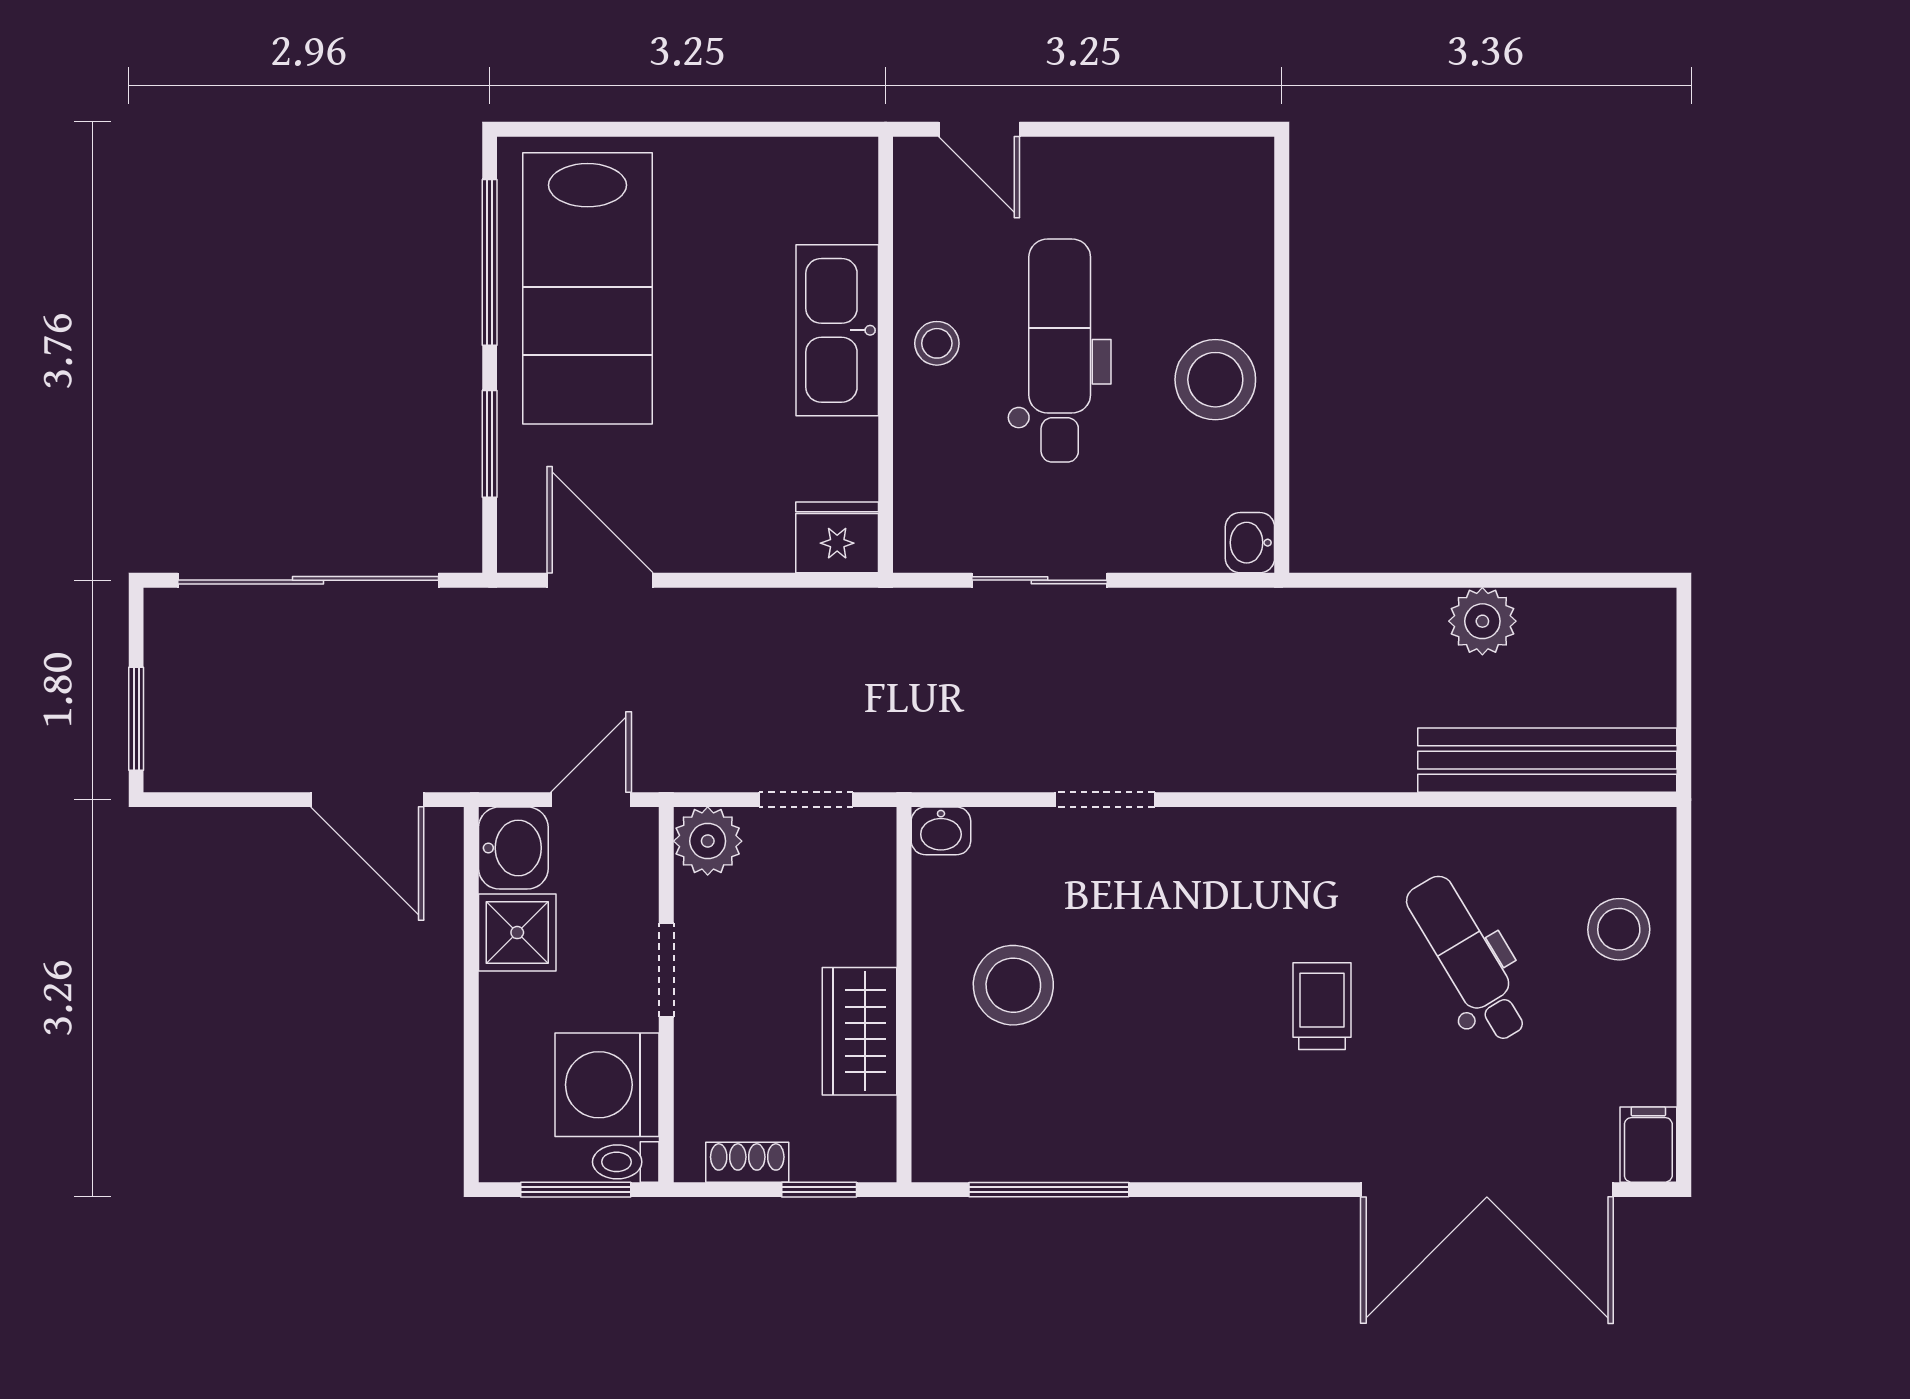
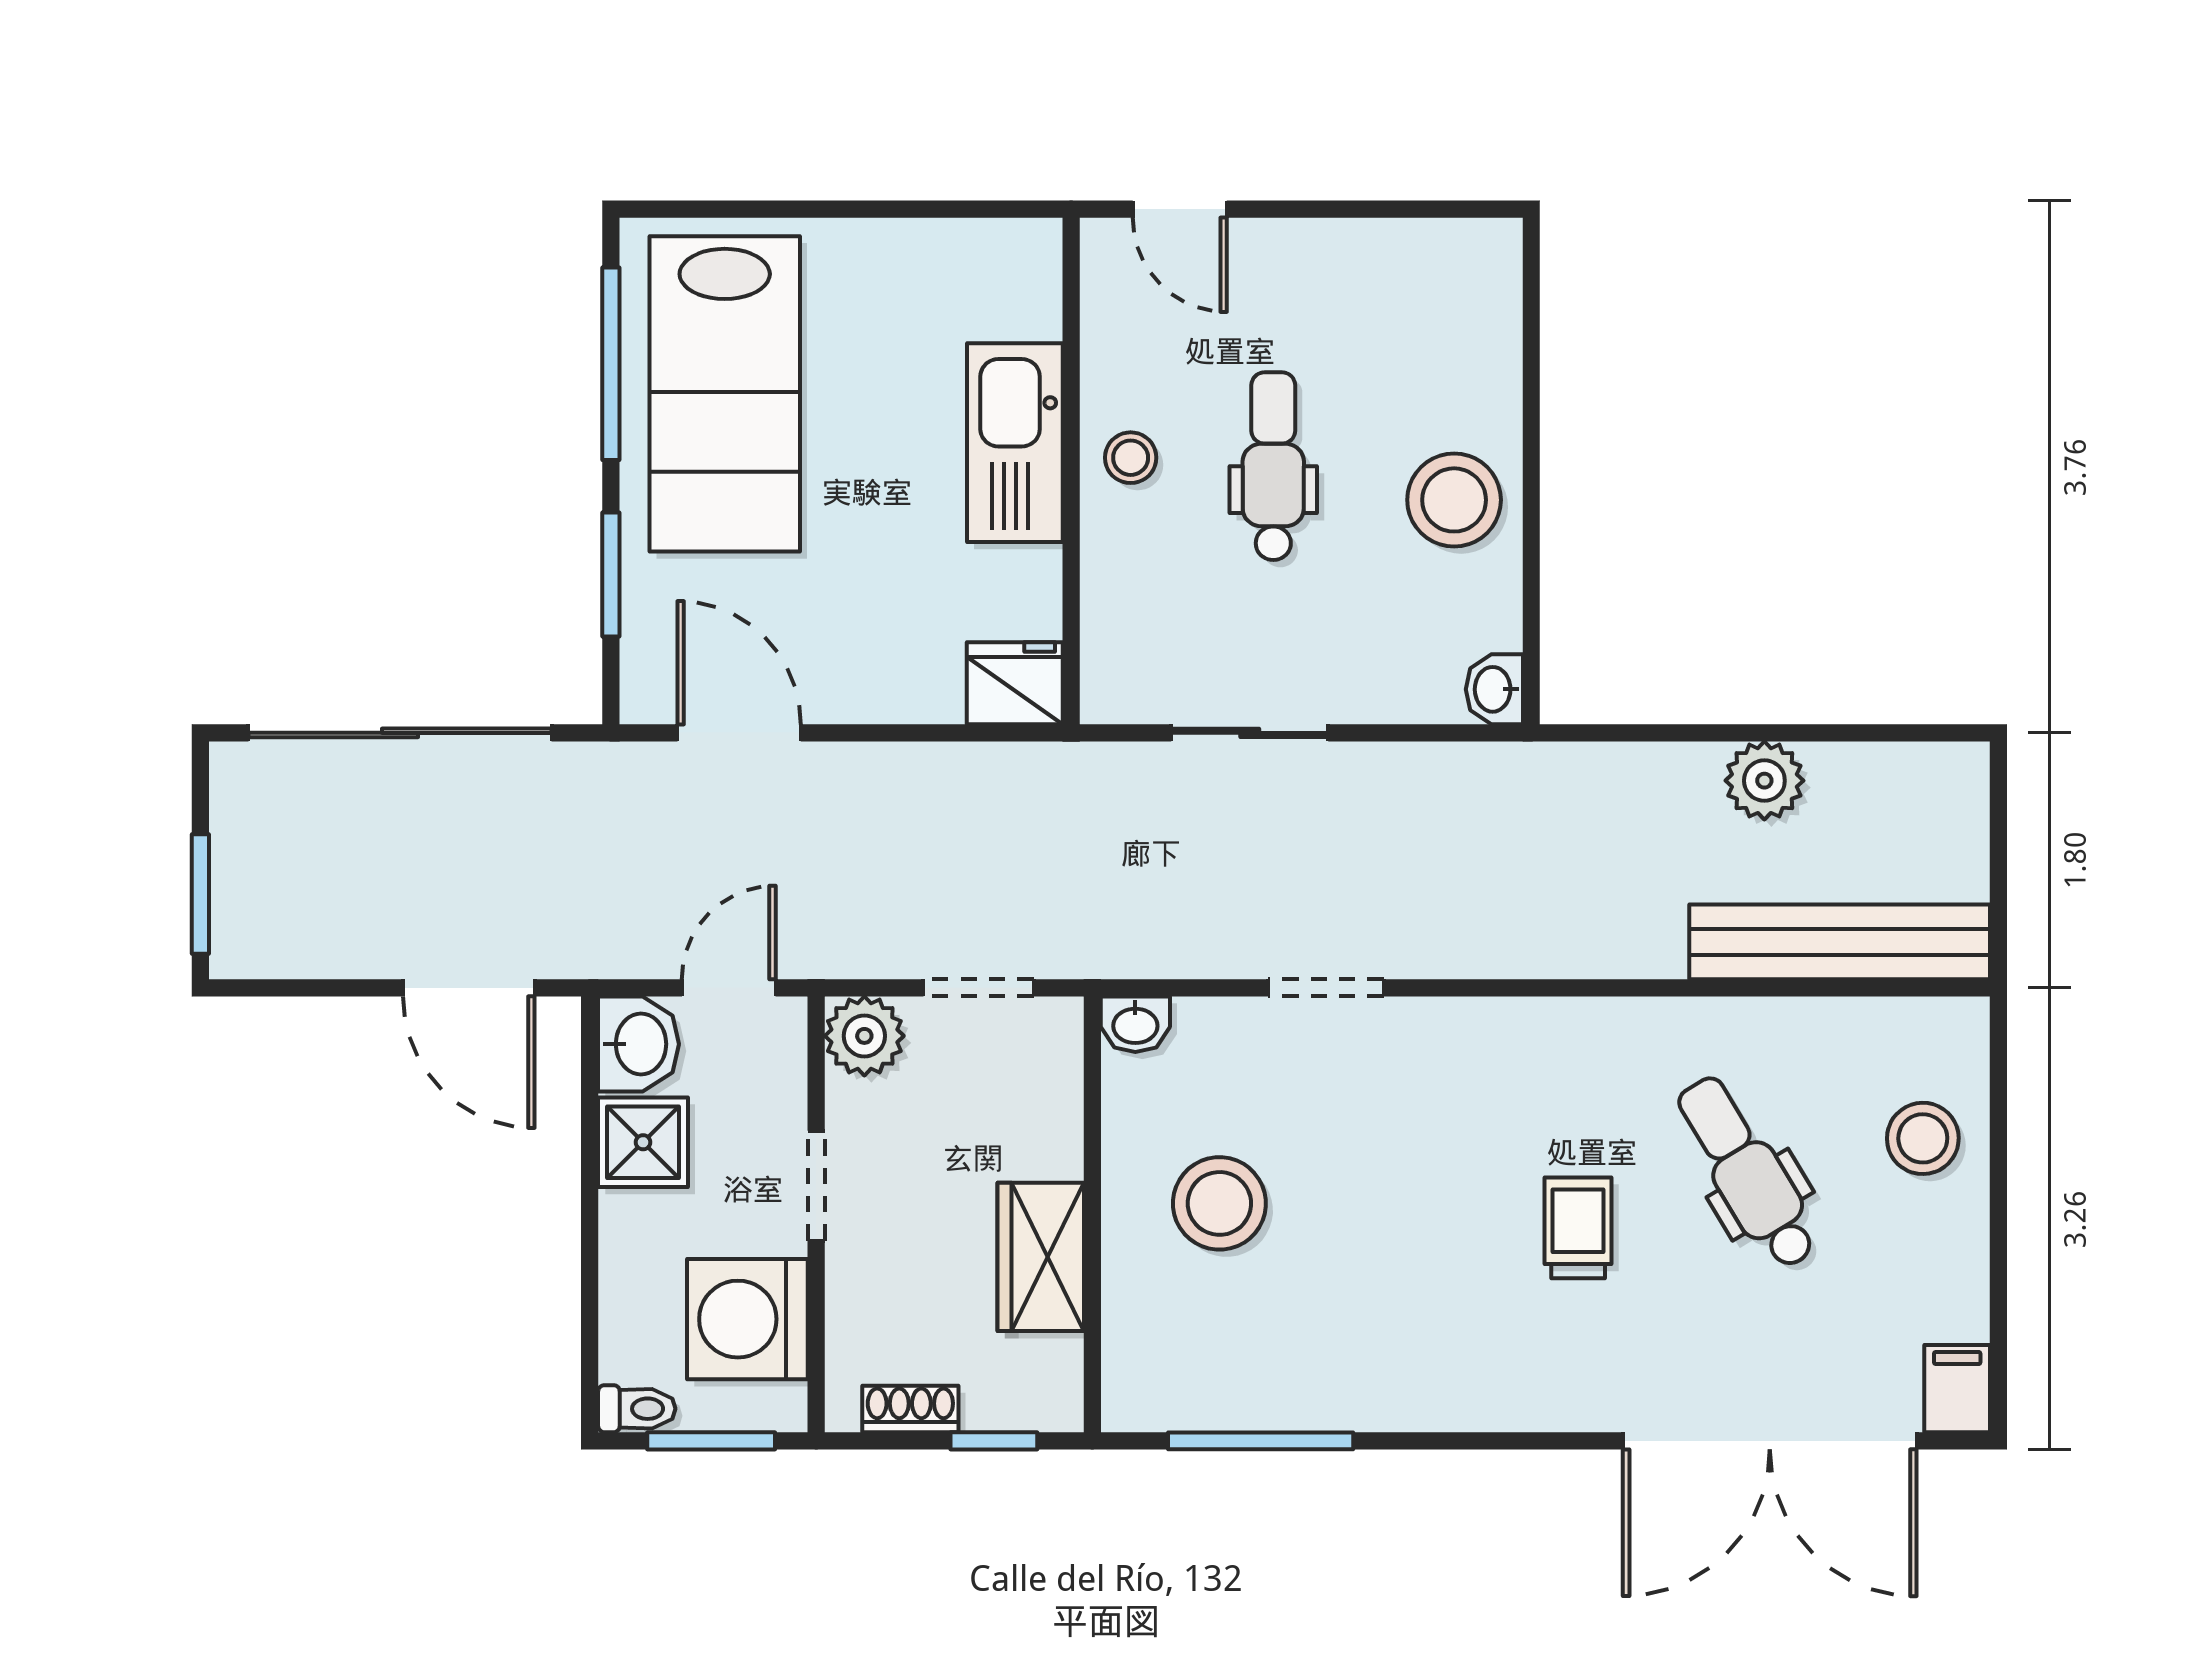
dental chair: (1060, 351) -> (1273, 466), width x0.73, depth x0.72
toilet: (626, 1162) -> (637, 1409), moved, turned 180

